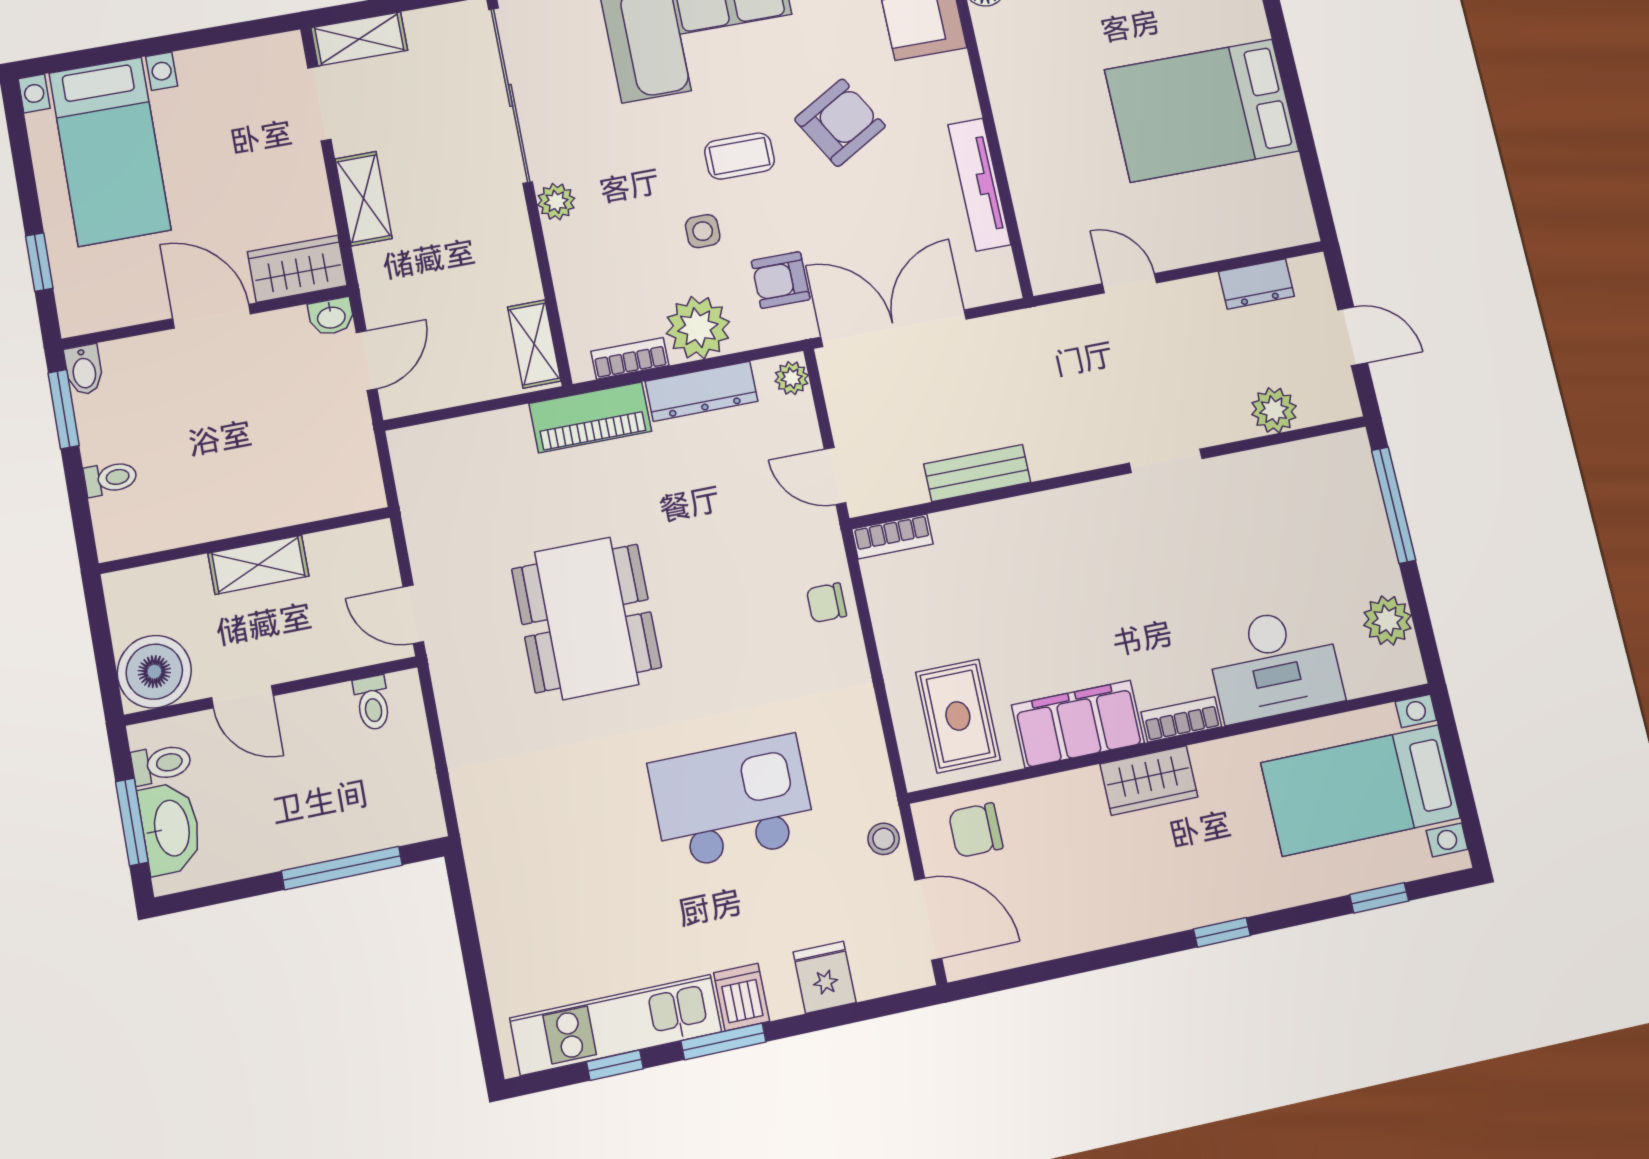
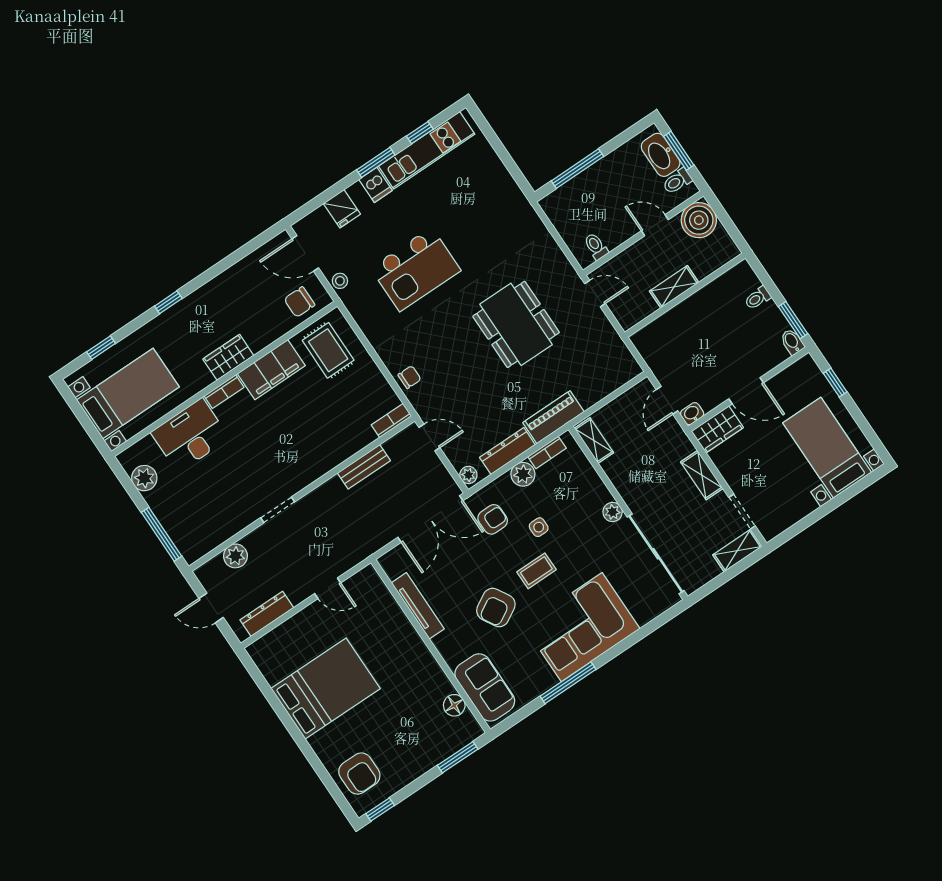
dresser: (1256, 284) -> (267, 614), width x1.44
plant: (698, 328) -> (523, 474), width x0.73, depth x0.73
chair: (976, 830) -> (299, 302), turned 180

